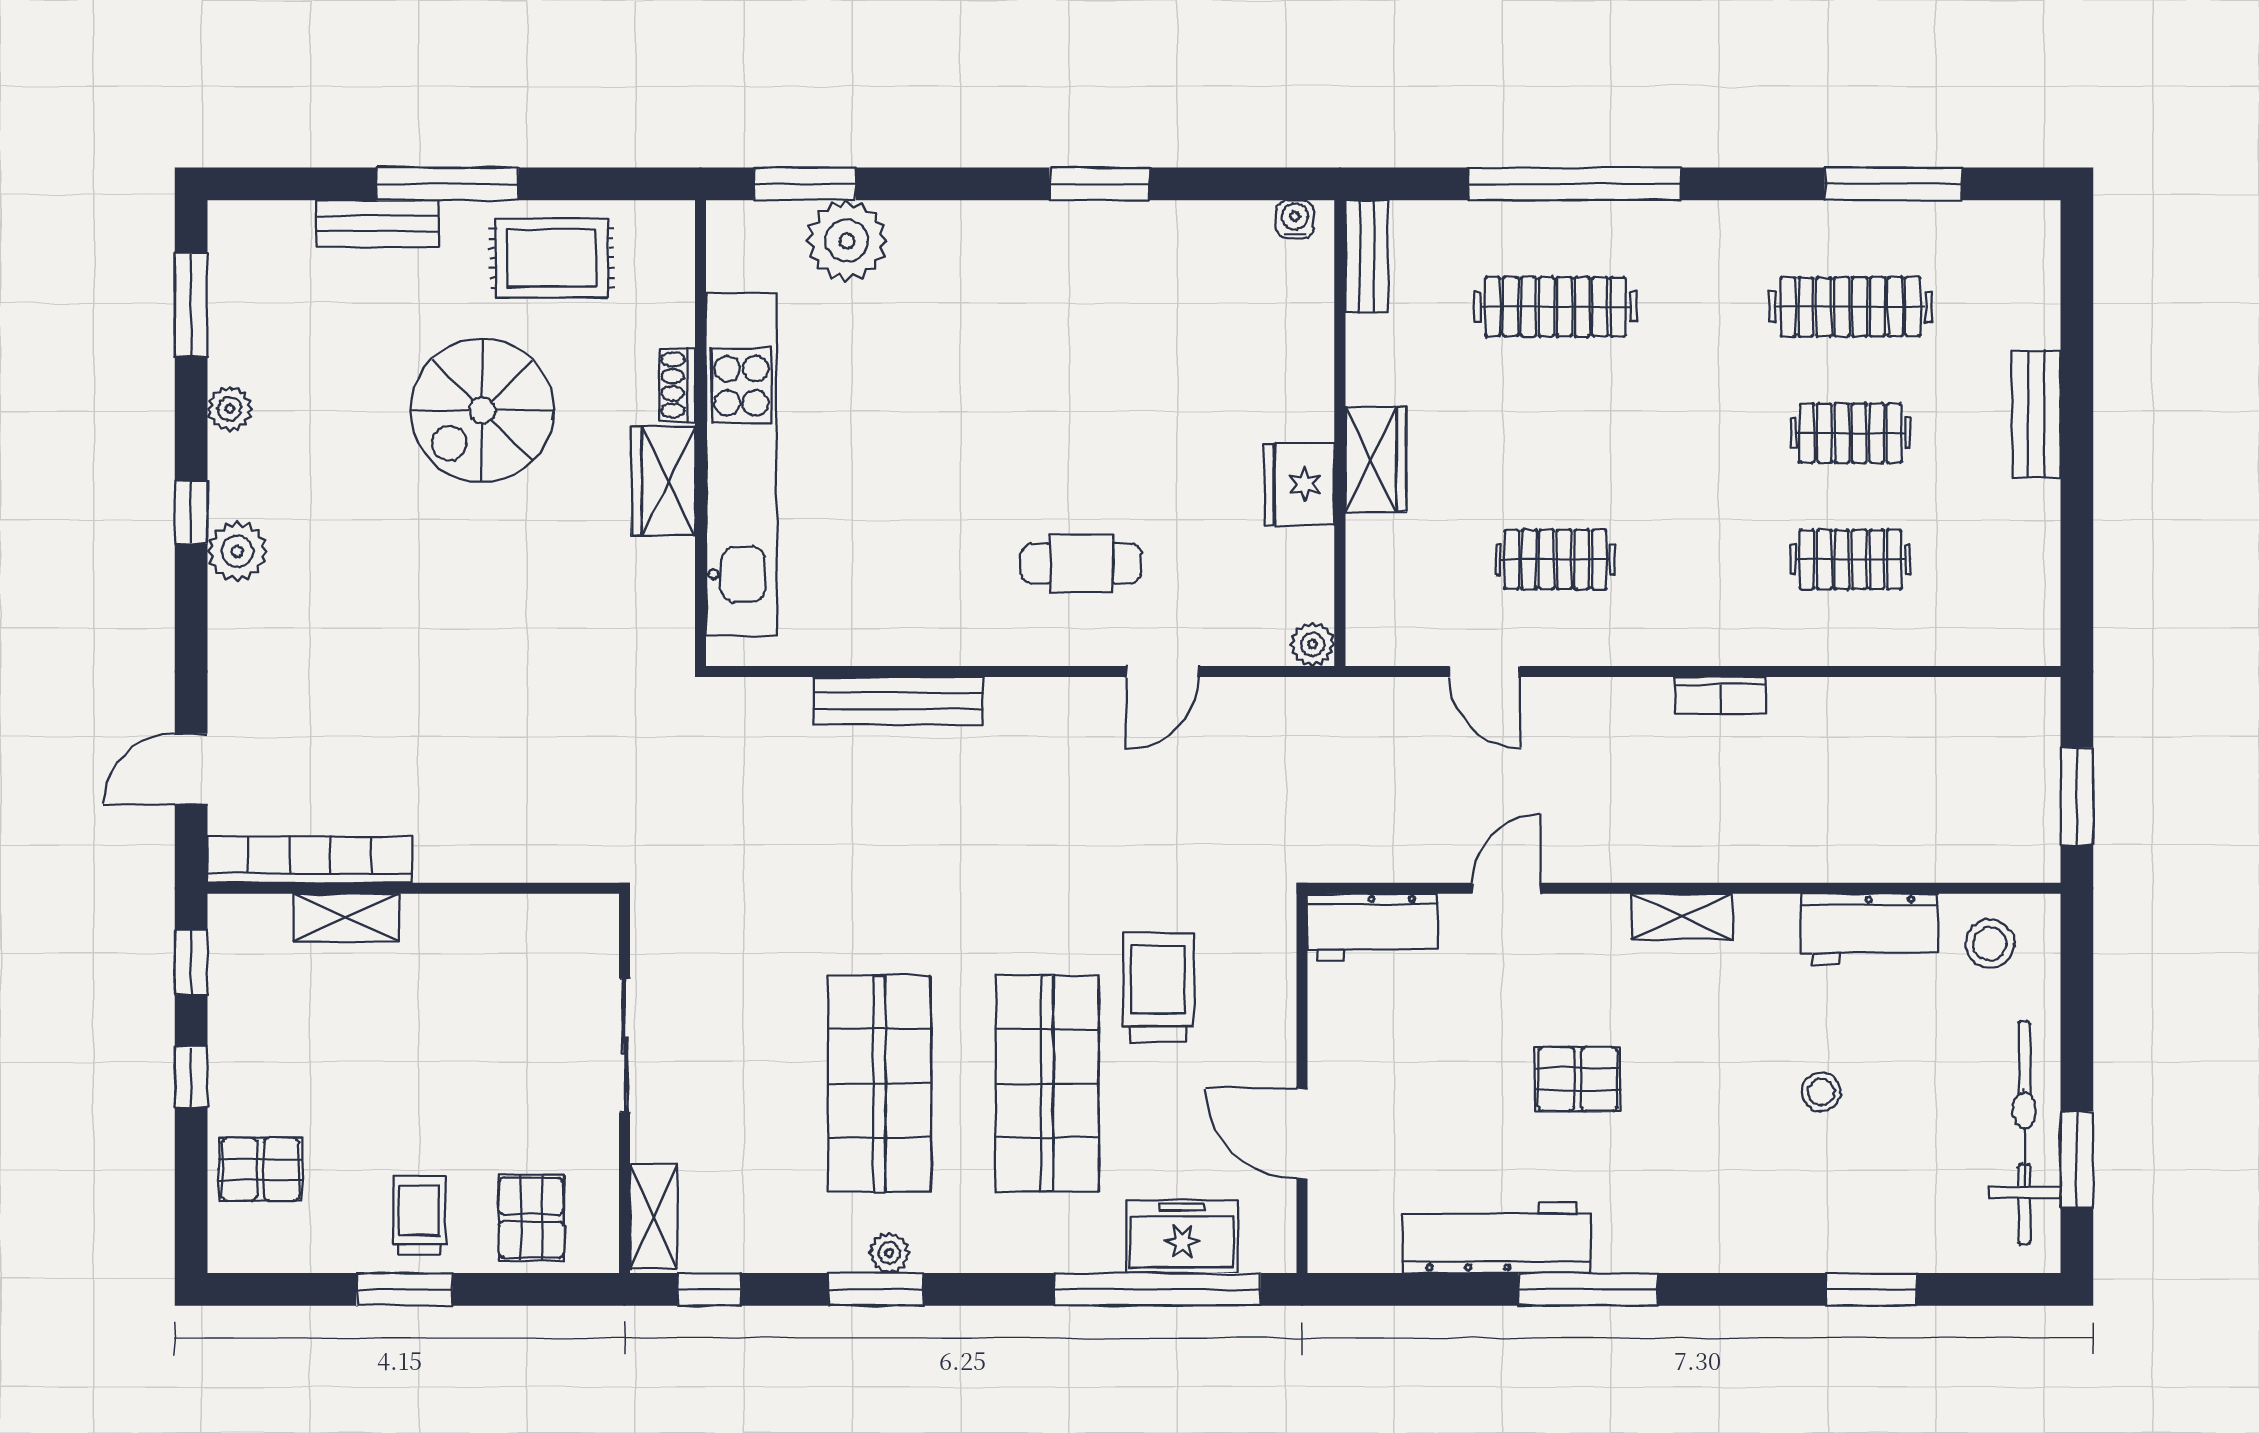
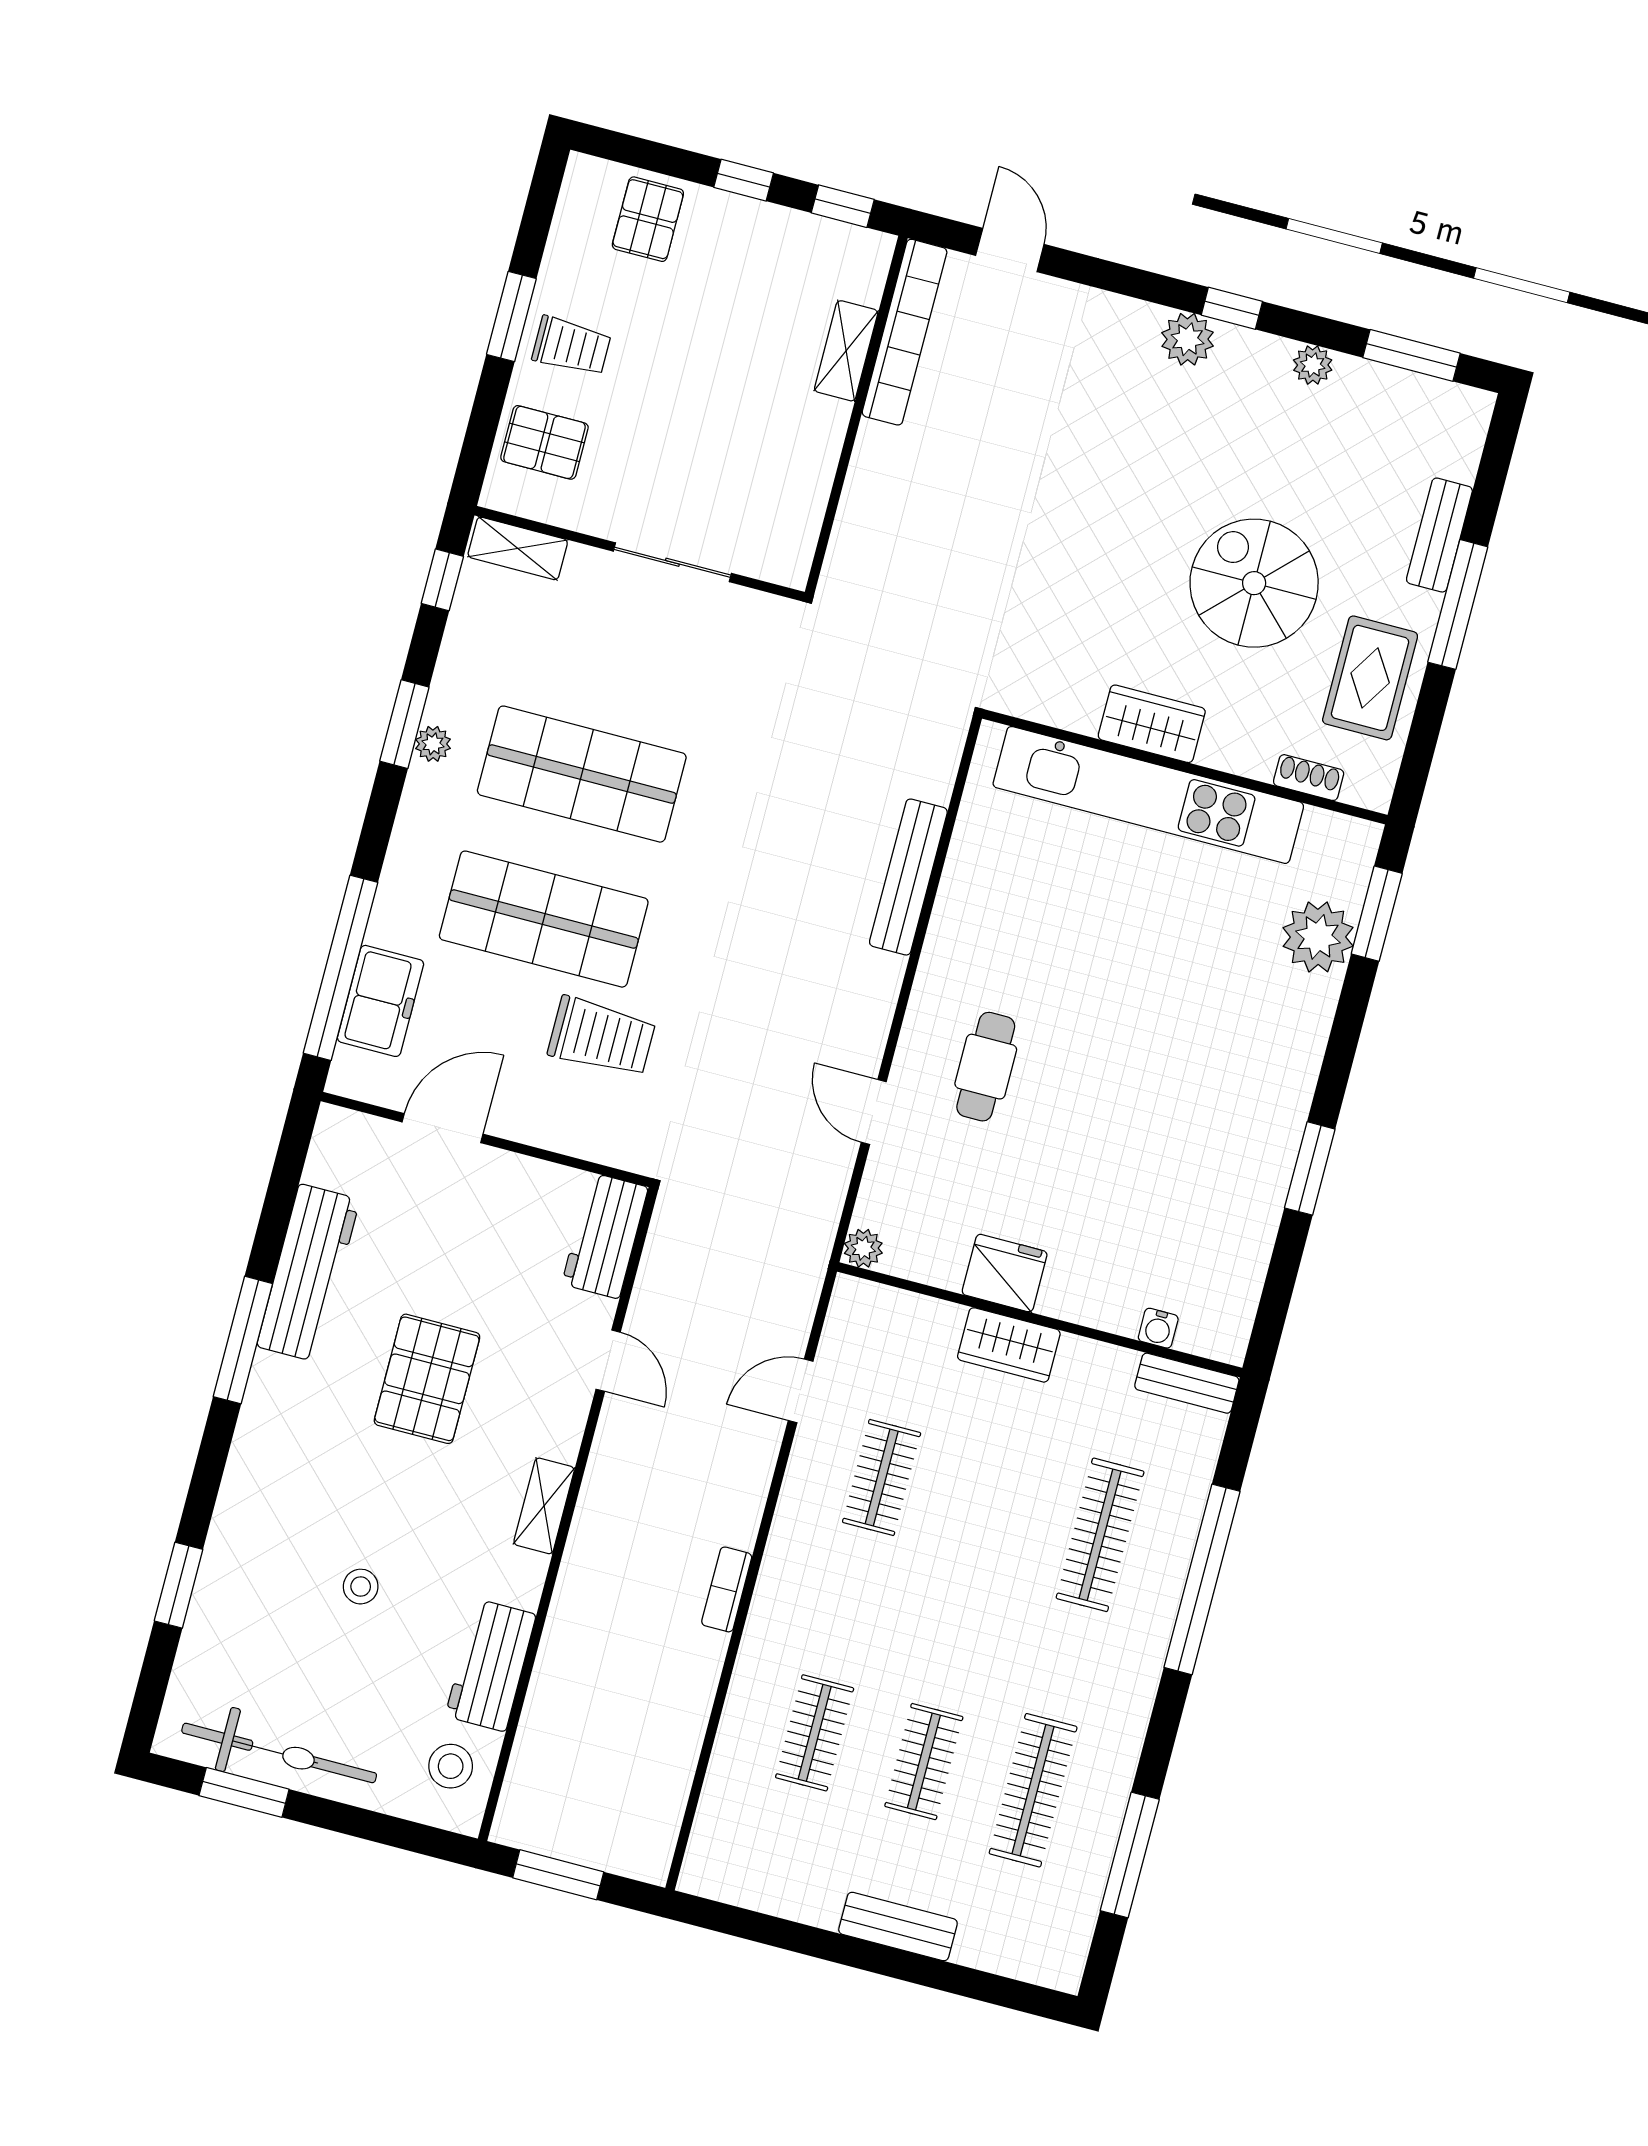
water cooler: (1295, 219) -> (1158, 1328), moved, turned 90
shoe rack: (677, 385) -> (1309, 778), moved
pallet: (1578, 1079) -> (427, 1379), width x1.50, depth x1.42

